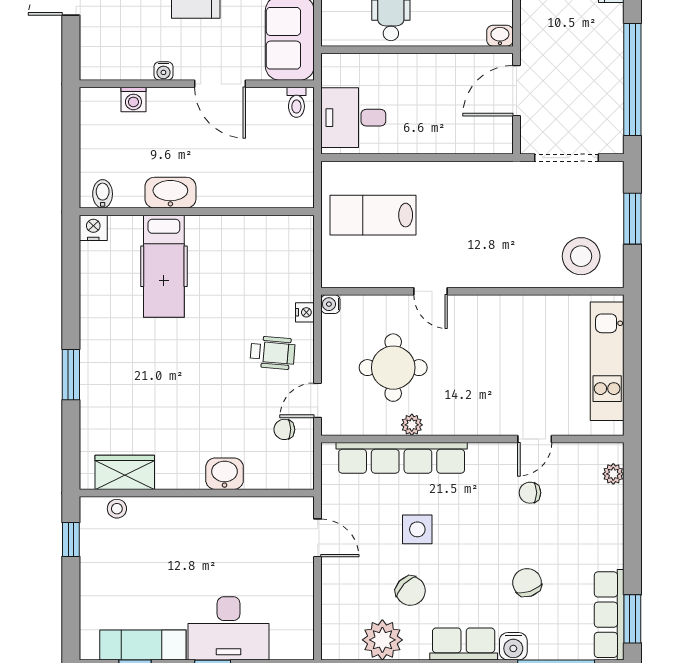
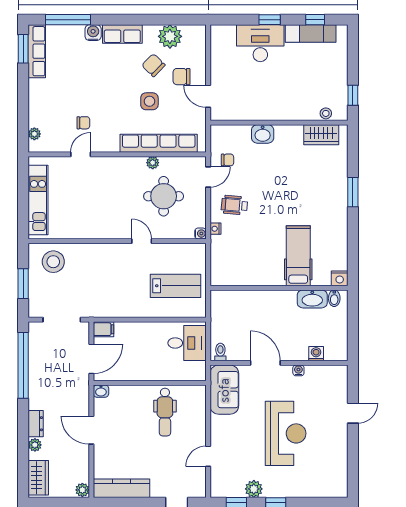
filing cabinet: (496, 141) -> (104, 329), added
washbasin: (170, 193) -> (312, 299), moved
chair: (527, 583) -> (182, 77), moved, turned 108

